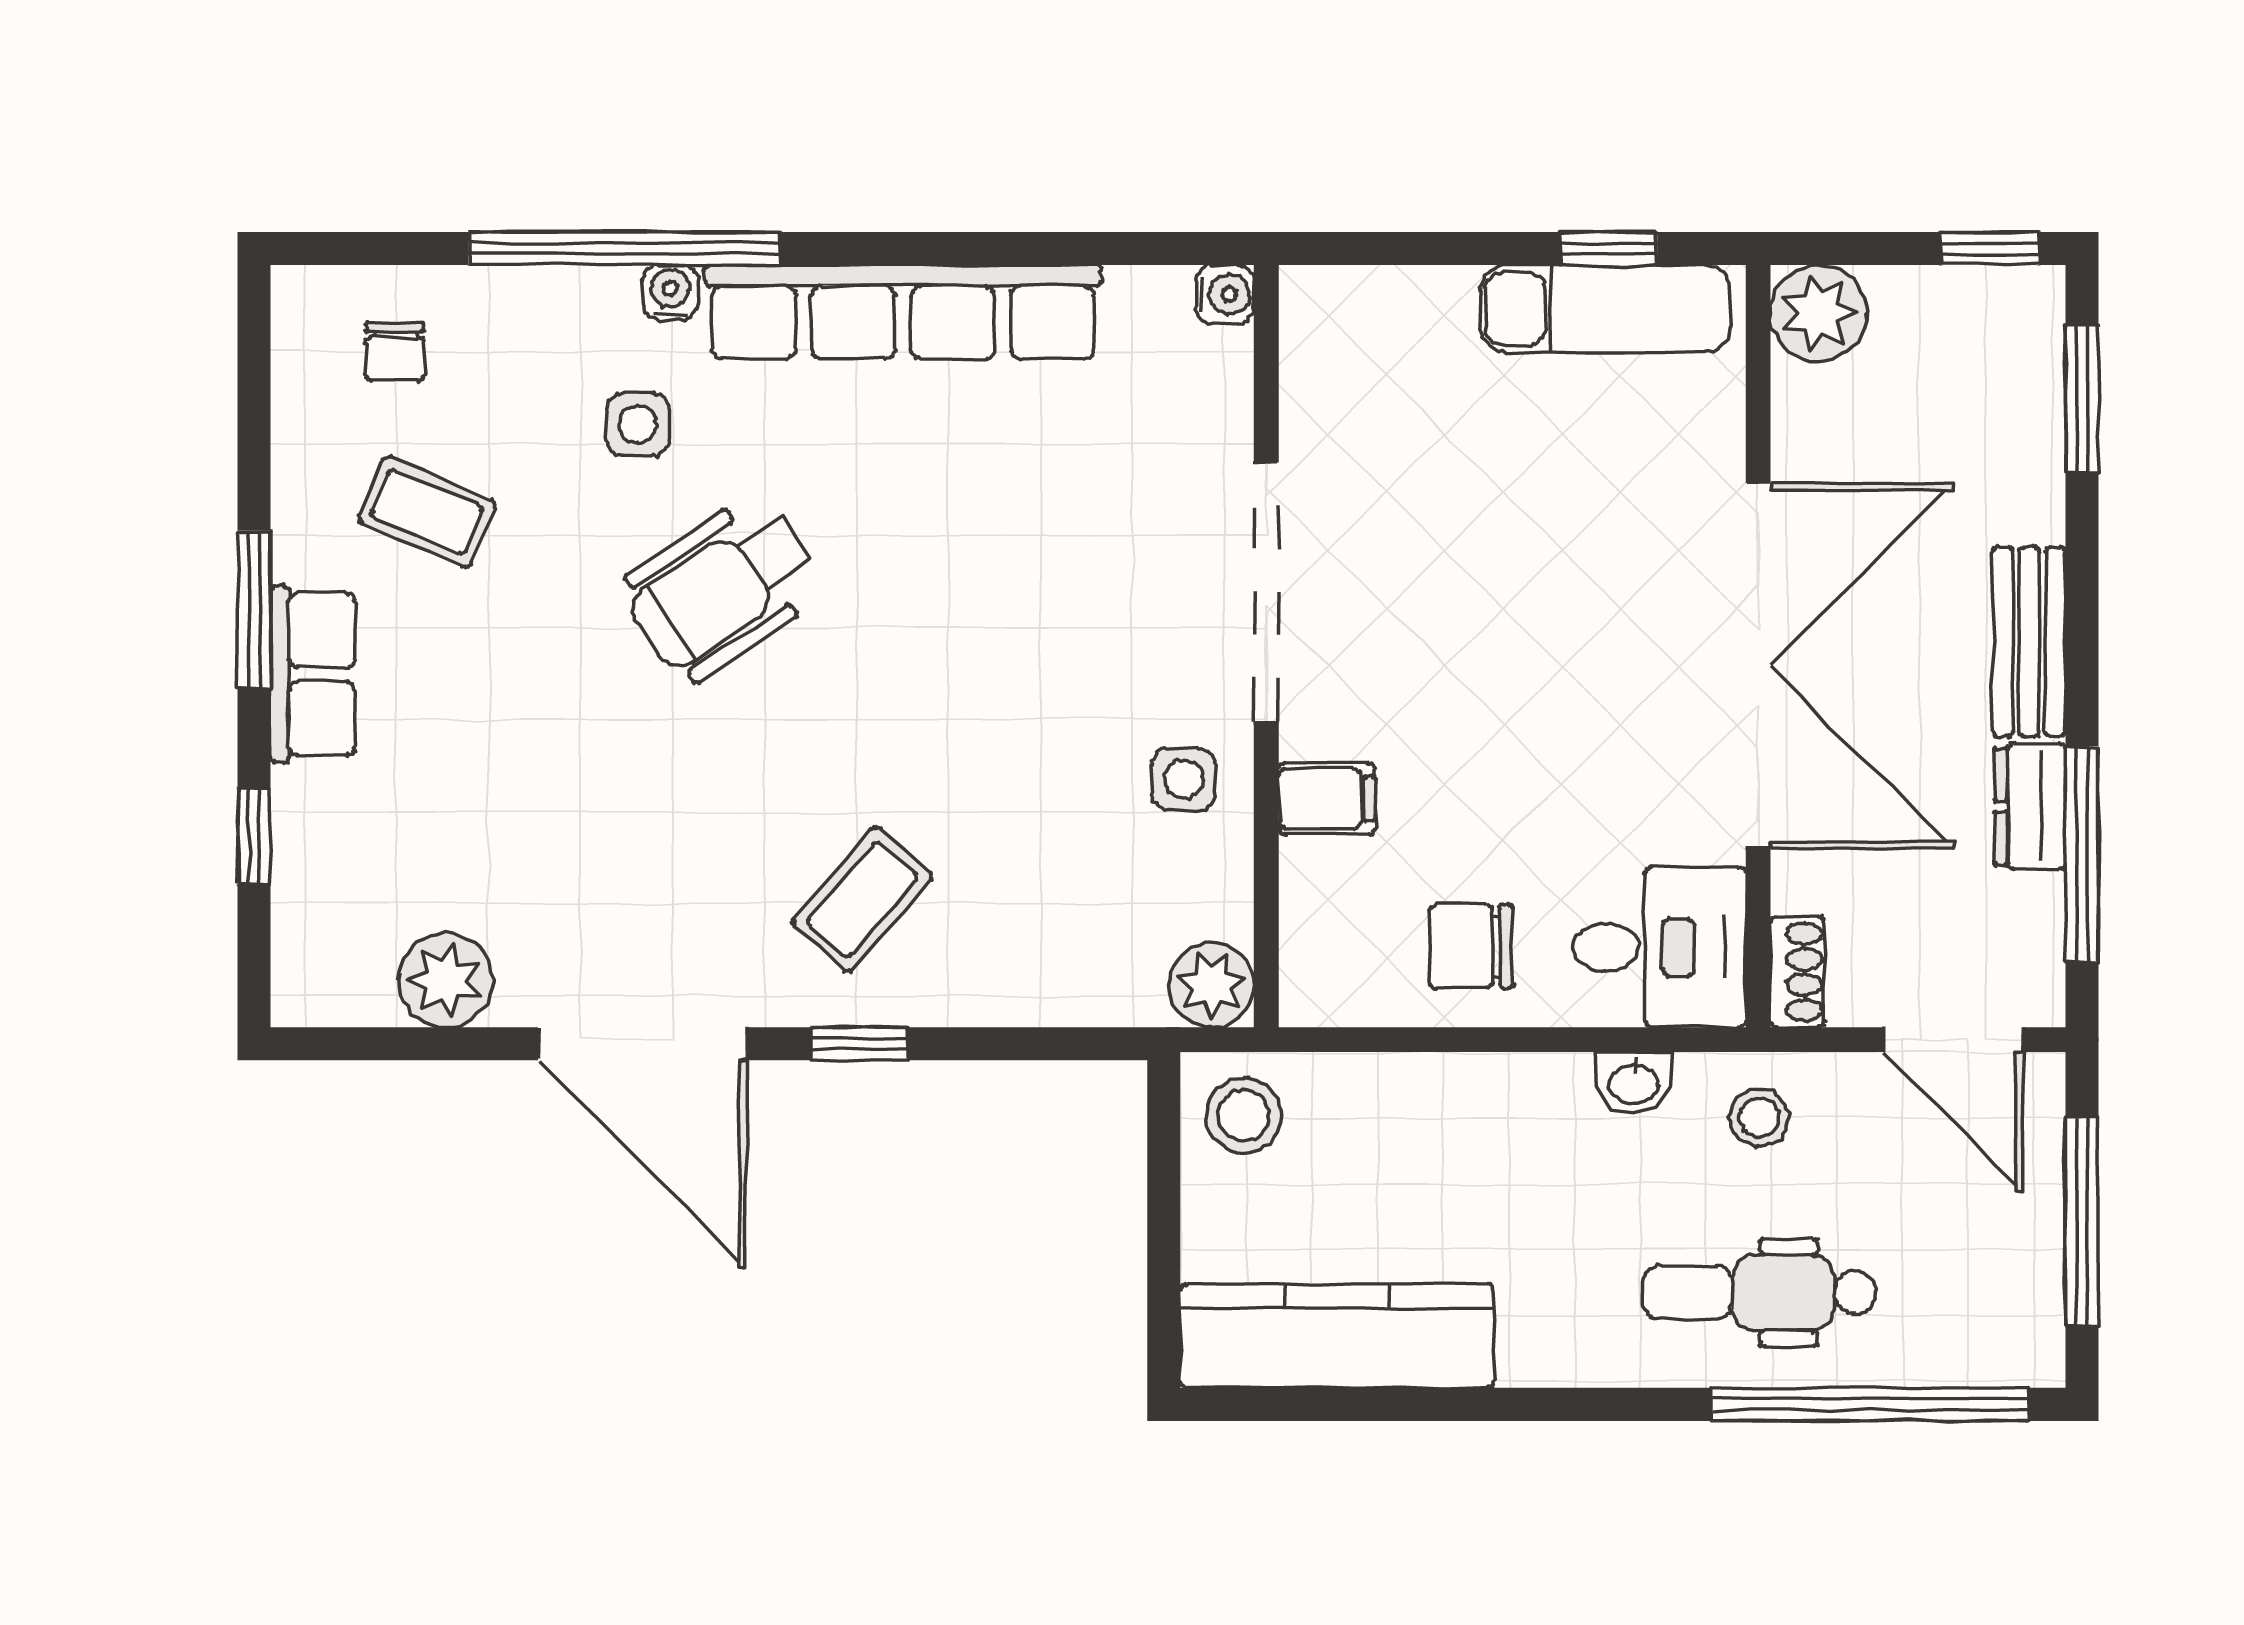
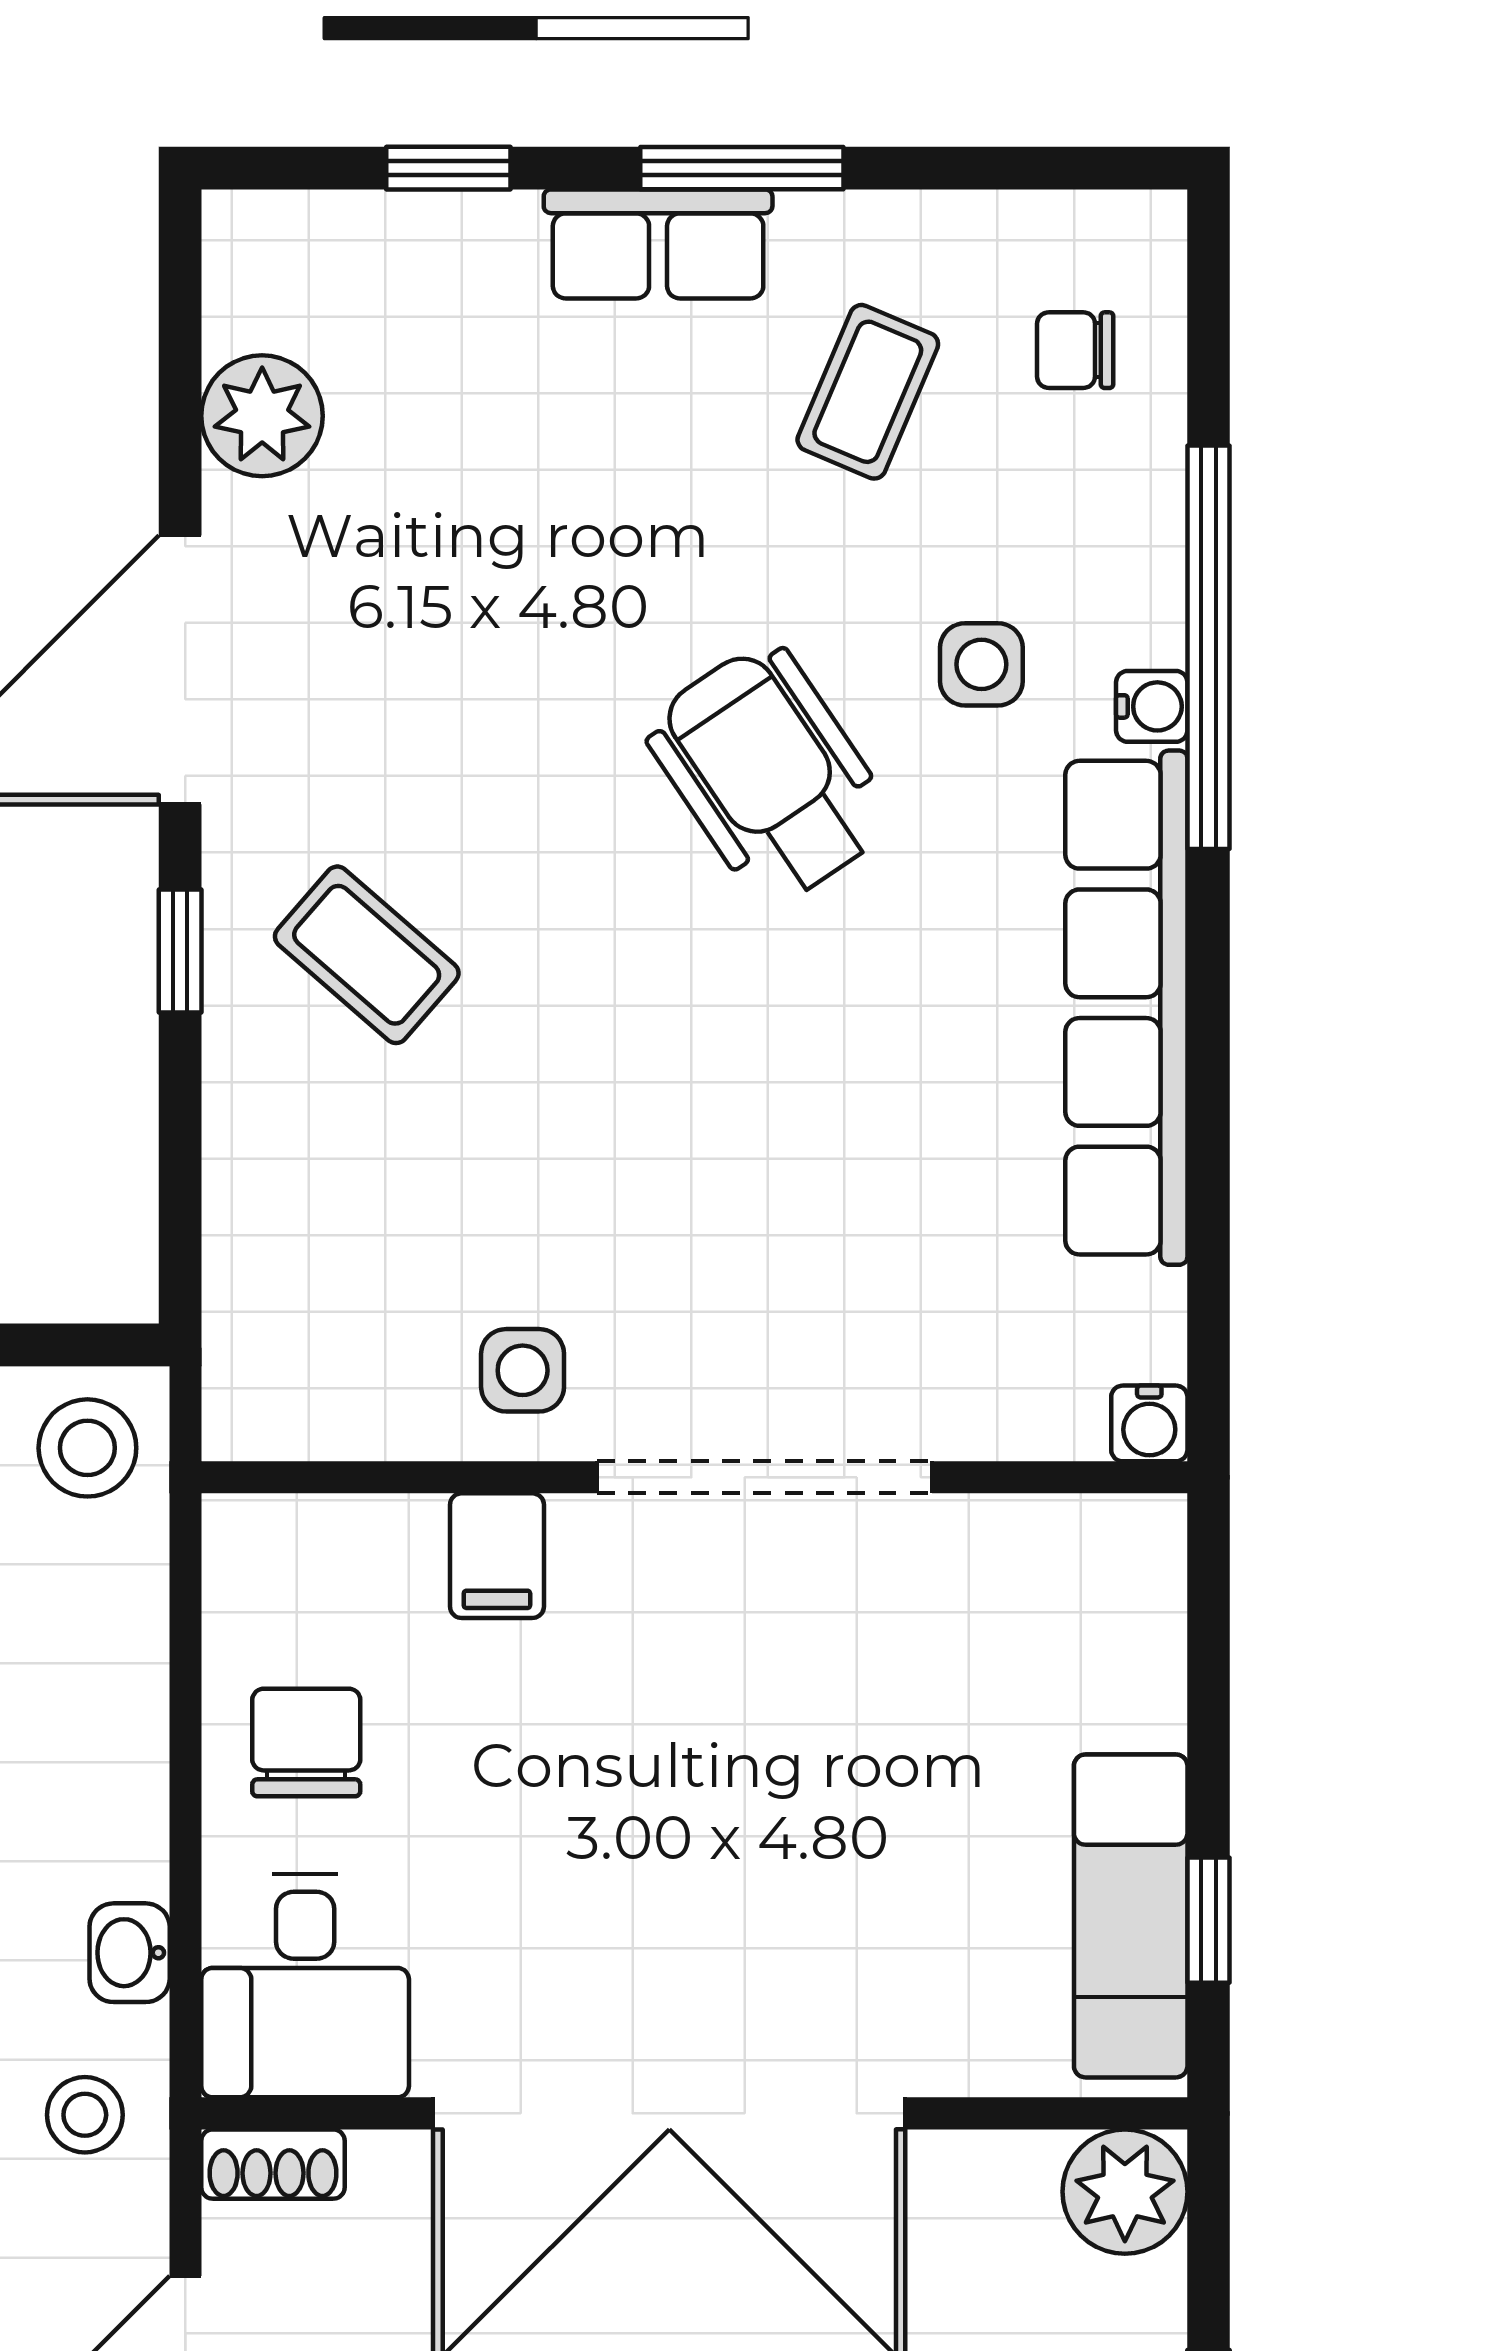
plant: (1212, 985) -> (256, 1407), removed

